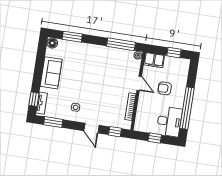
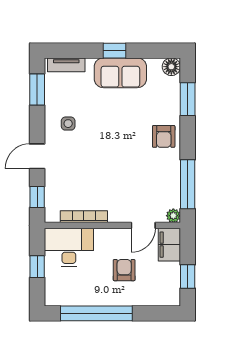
armchair: (92, 54) -> (164, 136), added
door: (139, 83) -> (143, 225), moved
window: (34, 99) -> (115, 51), moved
desk: (169, 122) -> (69, 247), moved, turned 180

